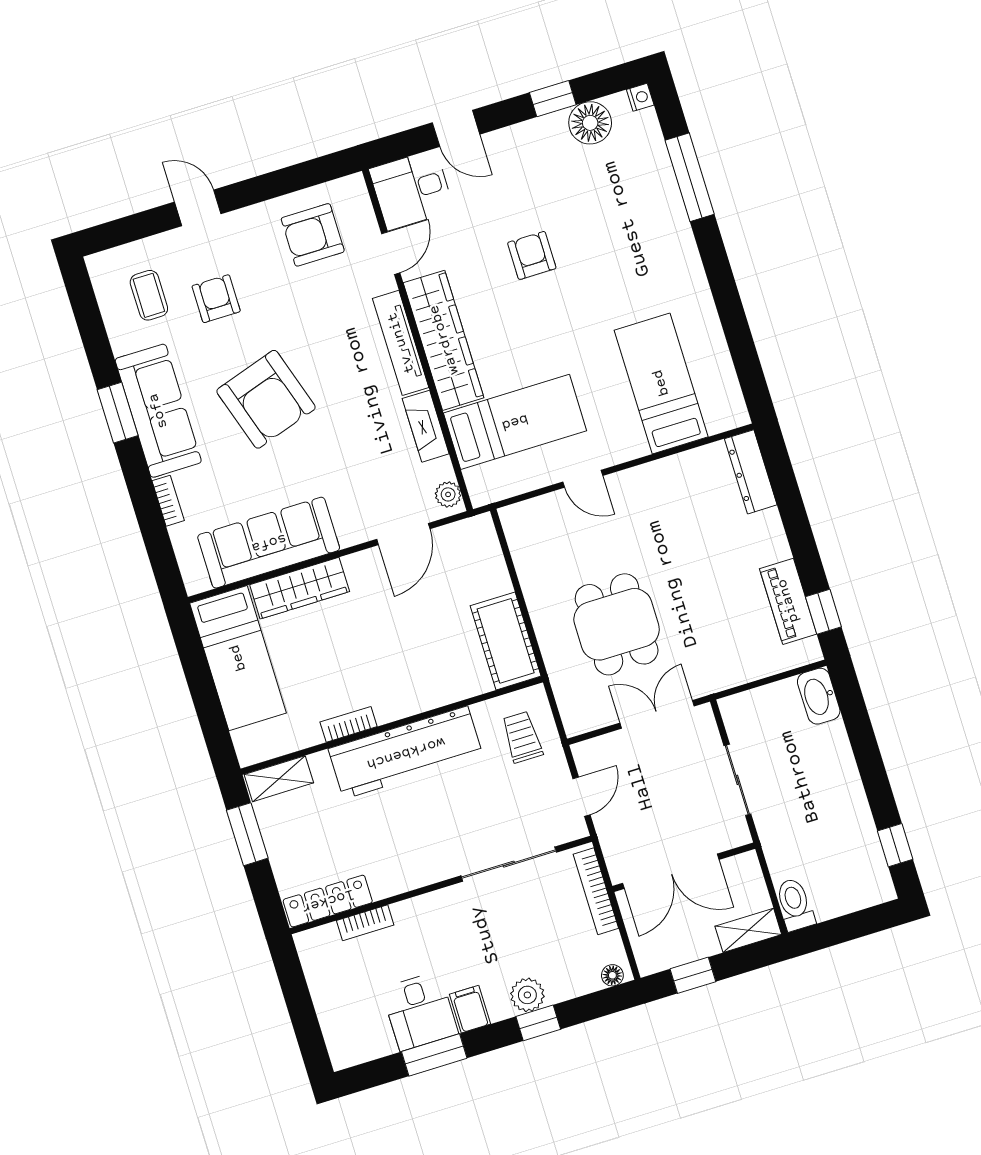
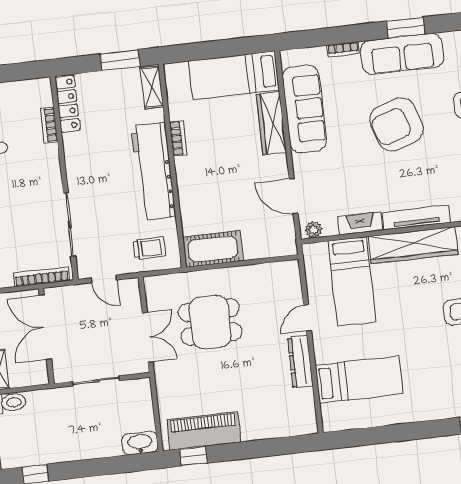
dresser: (751, 472) -> (300, 362), moved, turned -90
piano: (788, 601) -> (204, 431), width x1.37, depth x1.33

